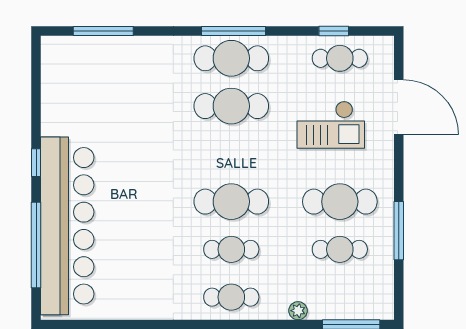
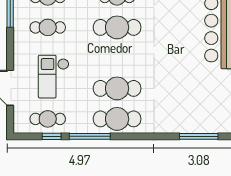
window: (234, 31) -> (90, 136), moved
checkout: (331, 125) -> (54, 77), turned -90
cafe table: (340, 202) -> (48, 27), width x0.73, depth x0.74

